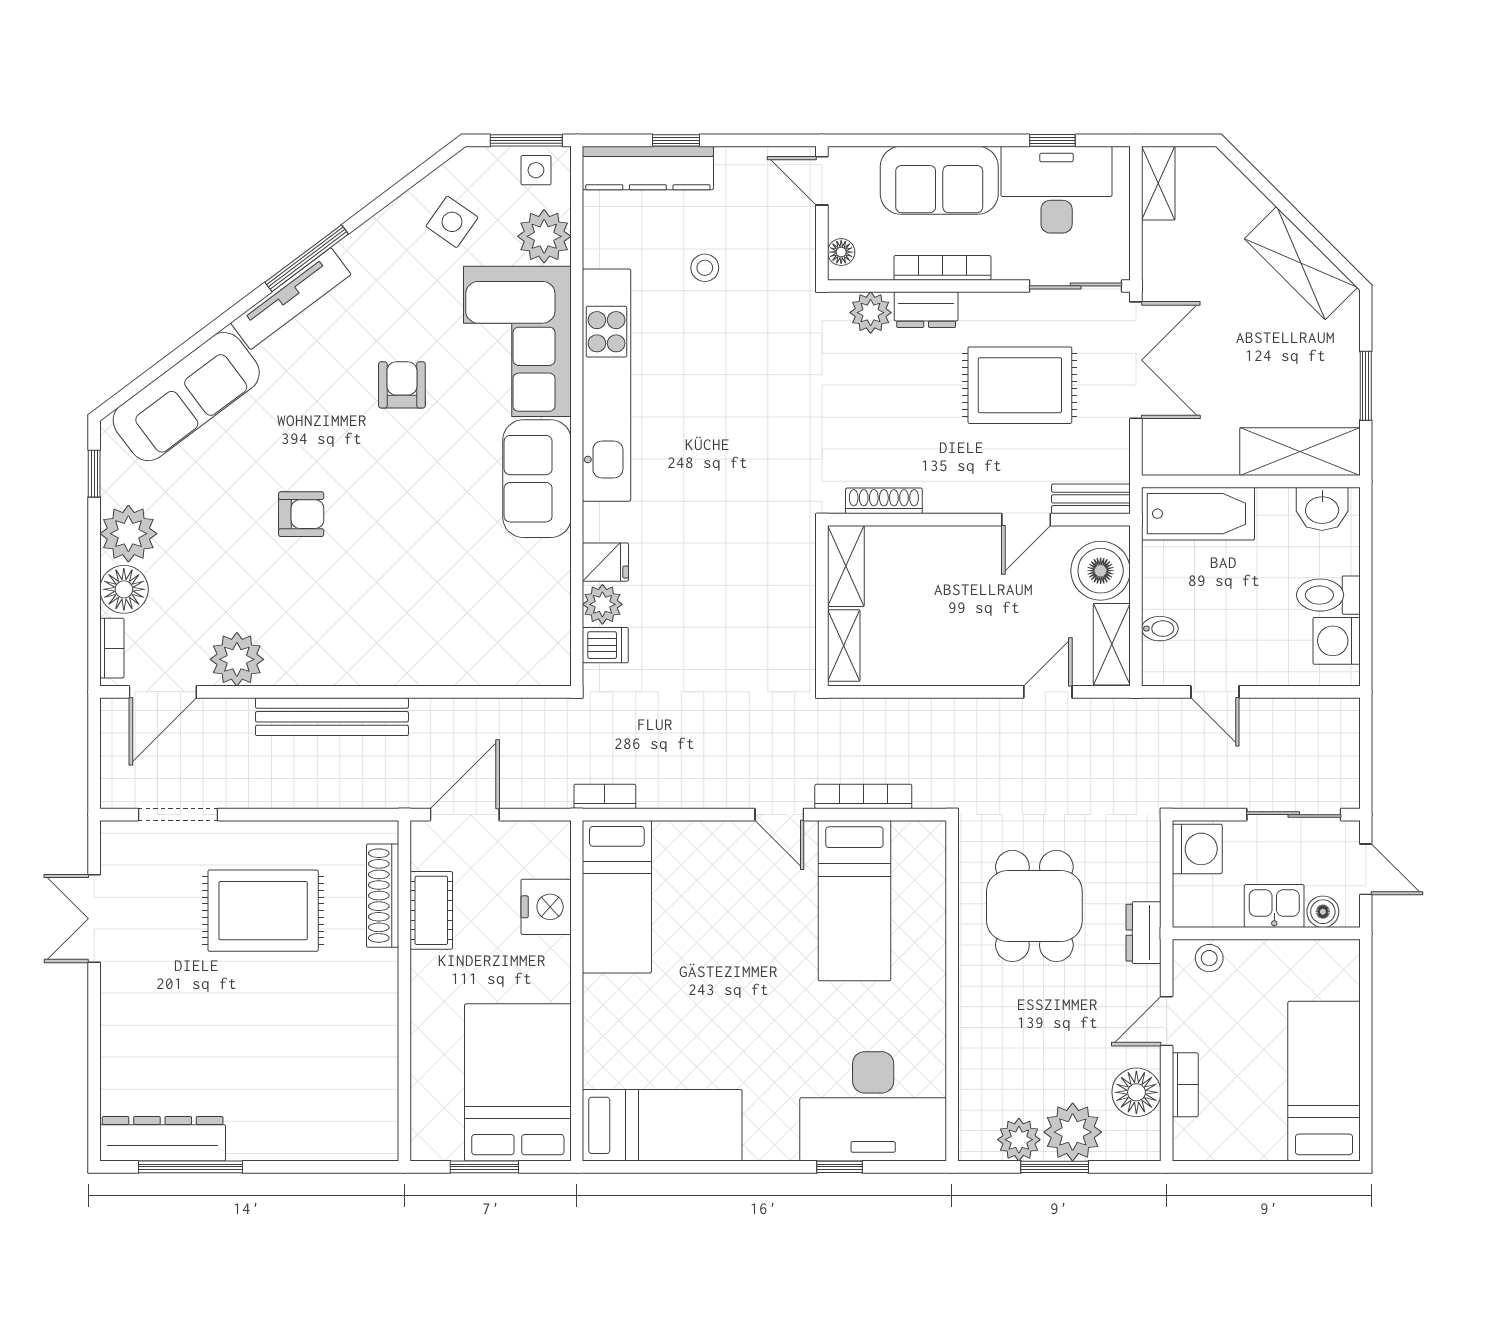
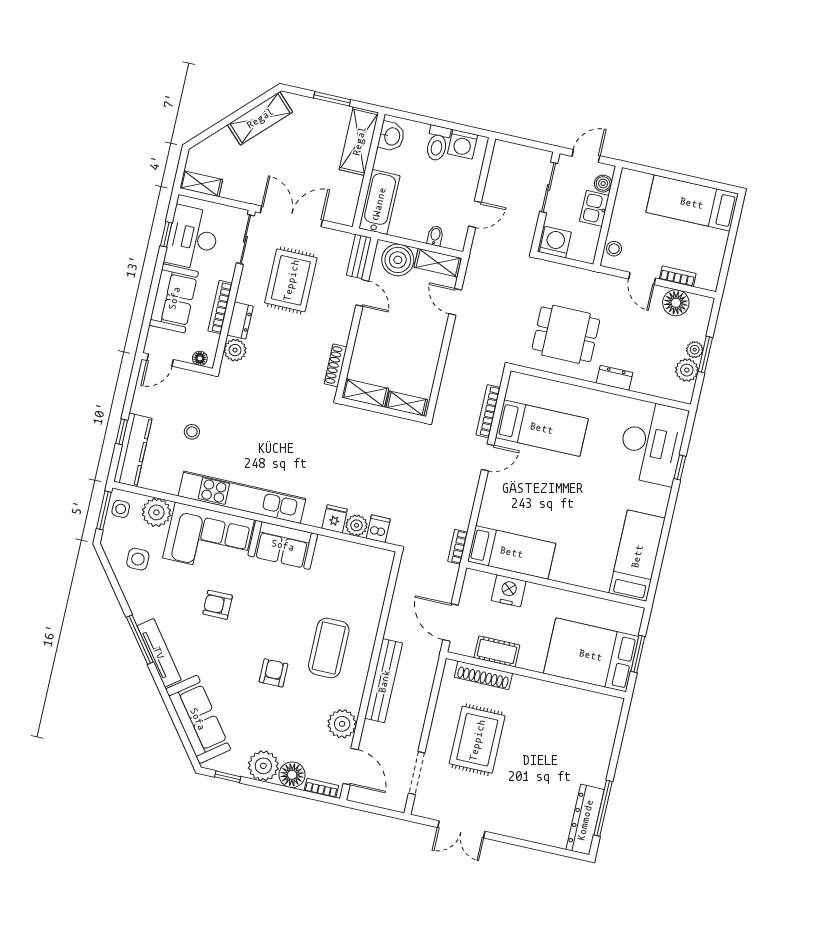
side table: (452, 222) -> (138, 559), turned -35
coffee table: (369, 604) -> (329, 648), added
dresser: (1143, 933) -> (615, 378), moved, turned 180
bed: (518, 1082) -> (591, 655), moved
plant: (1073, 1132) -> (695, 350), width x0.53, depth x0.53

